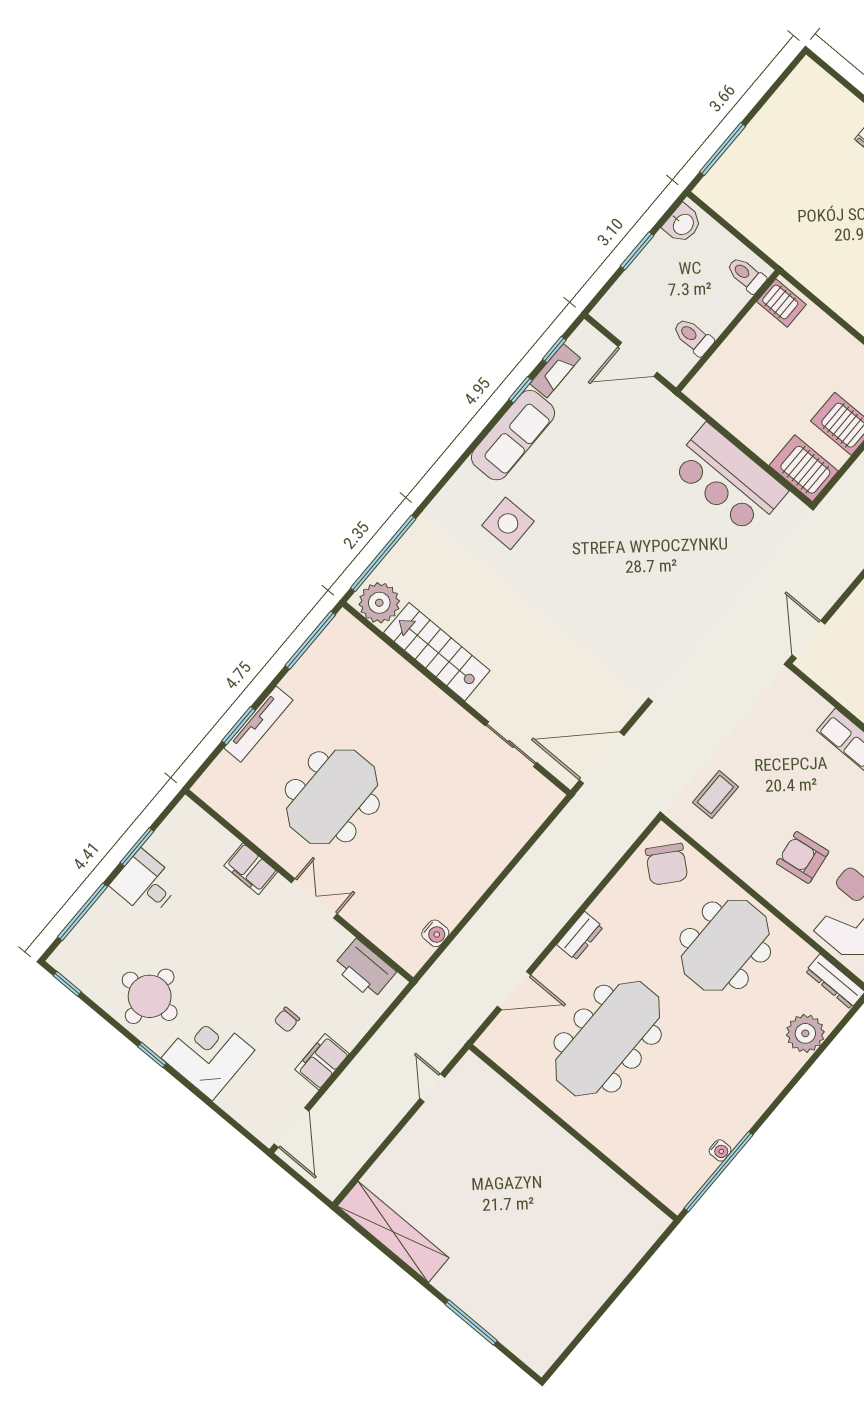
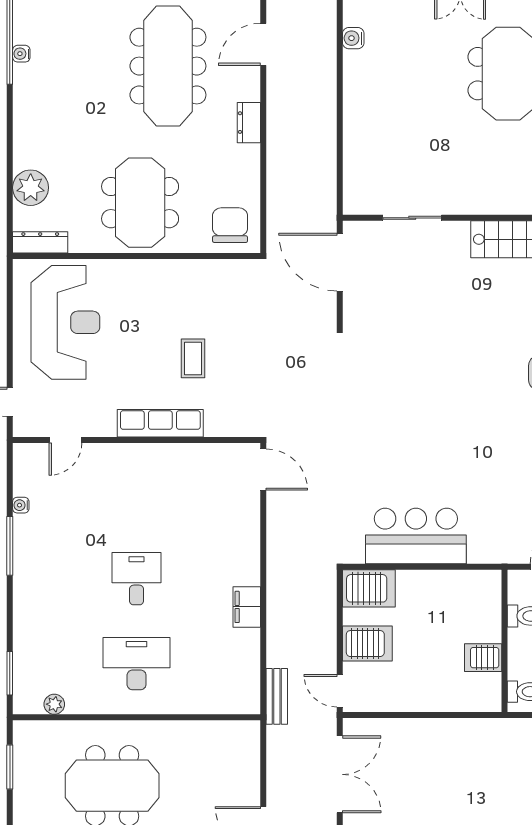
server rack: (781, 303) -> (483, 658), moved
door: (602, 758) -> (340, 262), swing flipped
coffee table: (715, 795) -> (193, 358), moved
armchair: (803, 857) -> (137, 311), removed
chair: (667, 864) -> (230, 225), turned 49

